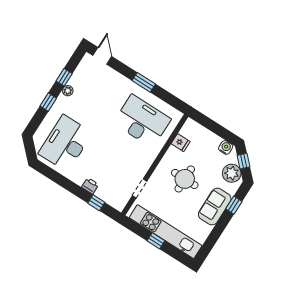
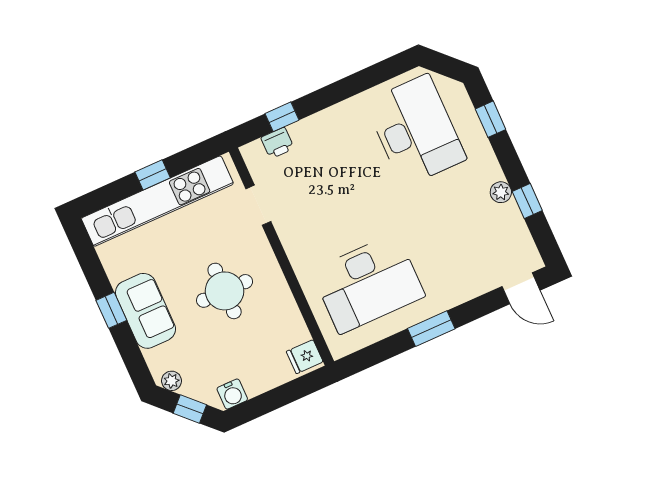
window: (48, 102) -> (491, 119), moved
fridge: (181, 143) -> (305, 357), moved
plant: (232, 173) -> (171, 381), width x0.53, depth x0.53
printer: (90, 186) -> (277, 143), moved
window: (234, 205) -> (111, 310), moved

